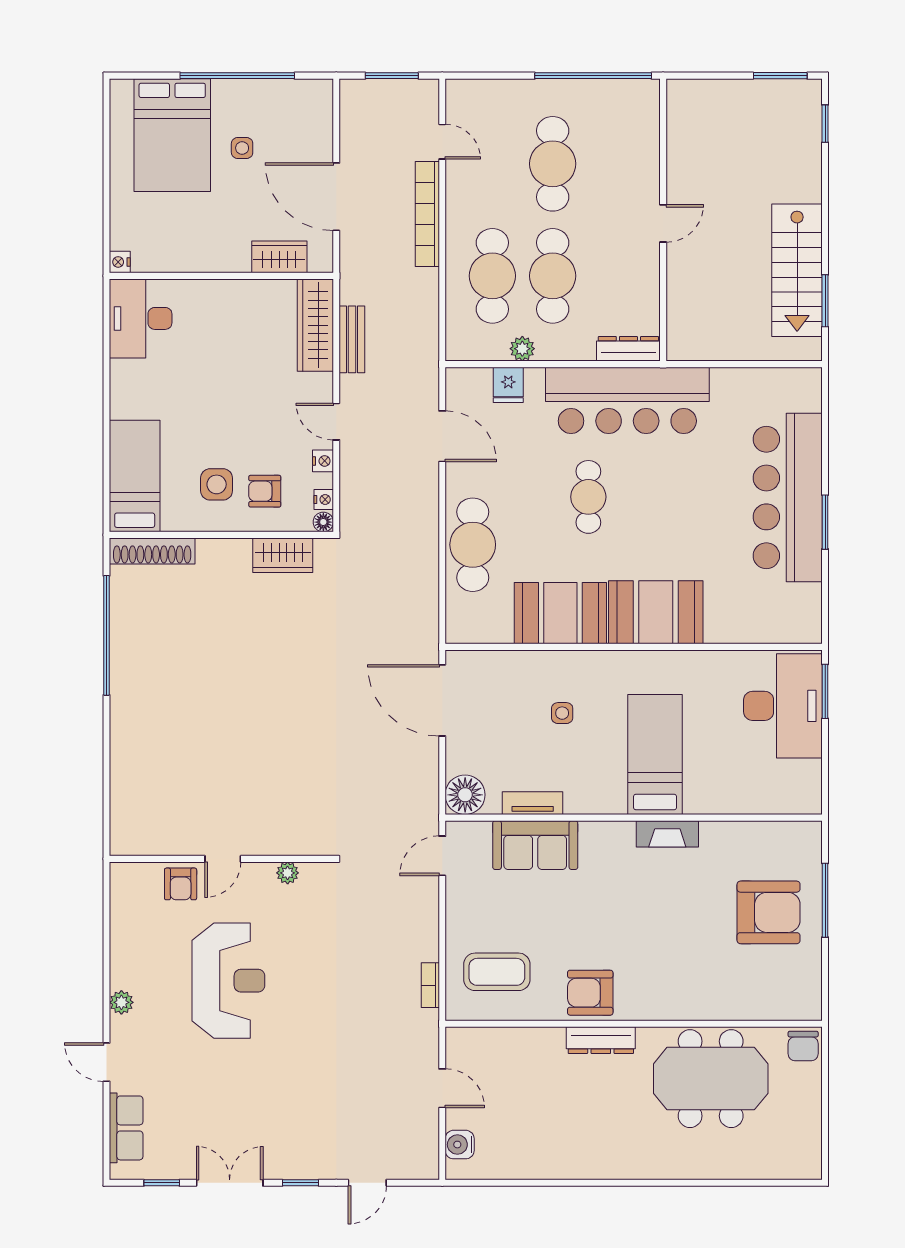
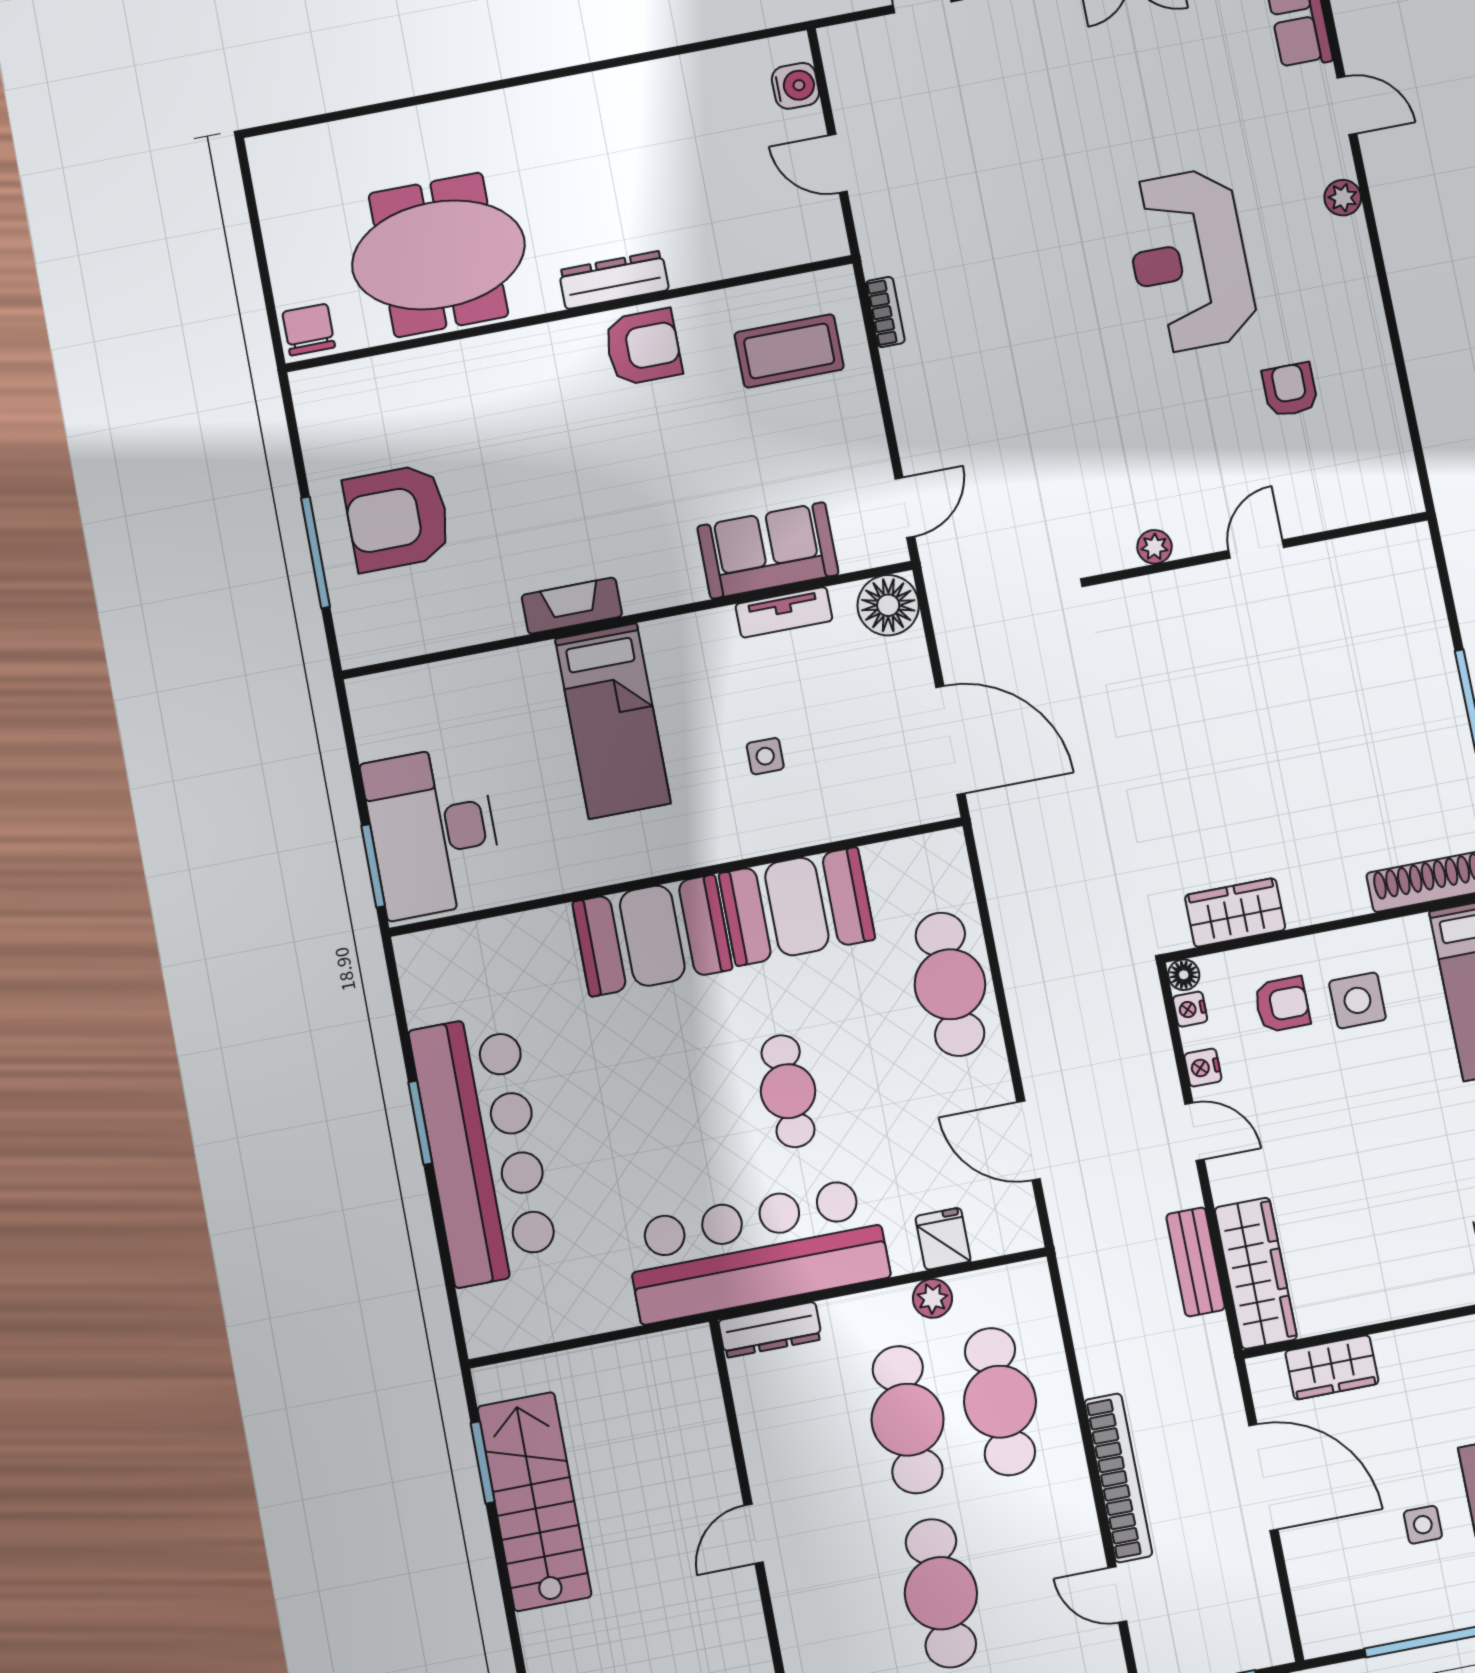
wall: (221, 859) -> (1258, 549), moved
door: (223, 859) -> (1256, 549), moved
plant: (288, 873) -> (1154, 547), moved

